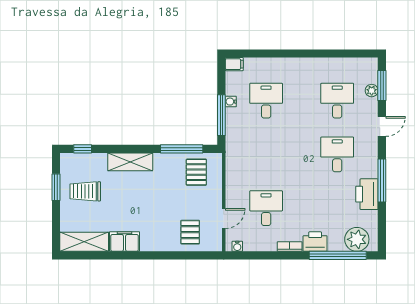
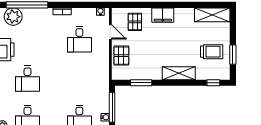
window: (182, 149) -> (141, 83), width x0.69
pallet: (196, 172) -> (121, 56), moved
door: (224, 219) -> (110, 32), swing flipped
filing cabinet: (125, 241) -> (163, 15), moved
printer: (315, 242) -> (44, 15), removed

